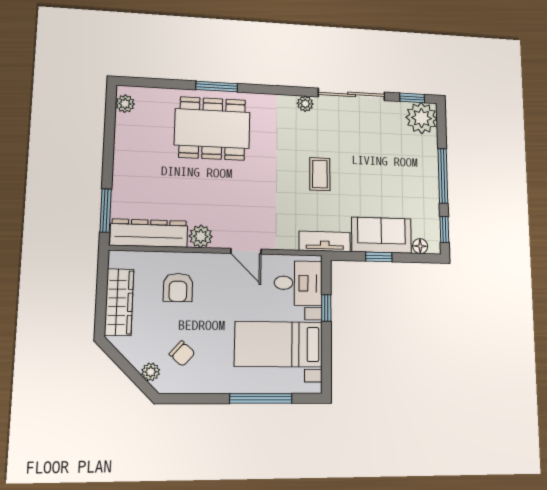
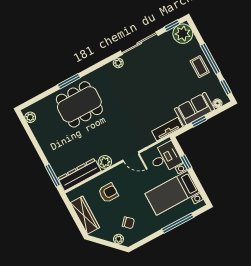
coffee table: (320, 174) -> (200, 67), moved
armchair: (178, 287) -> (108, 193), turned -90

